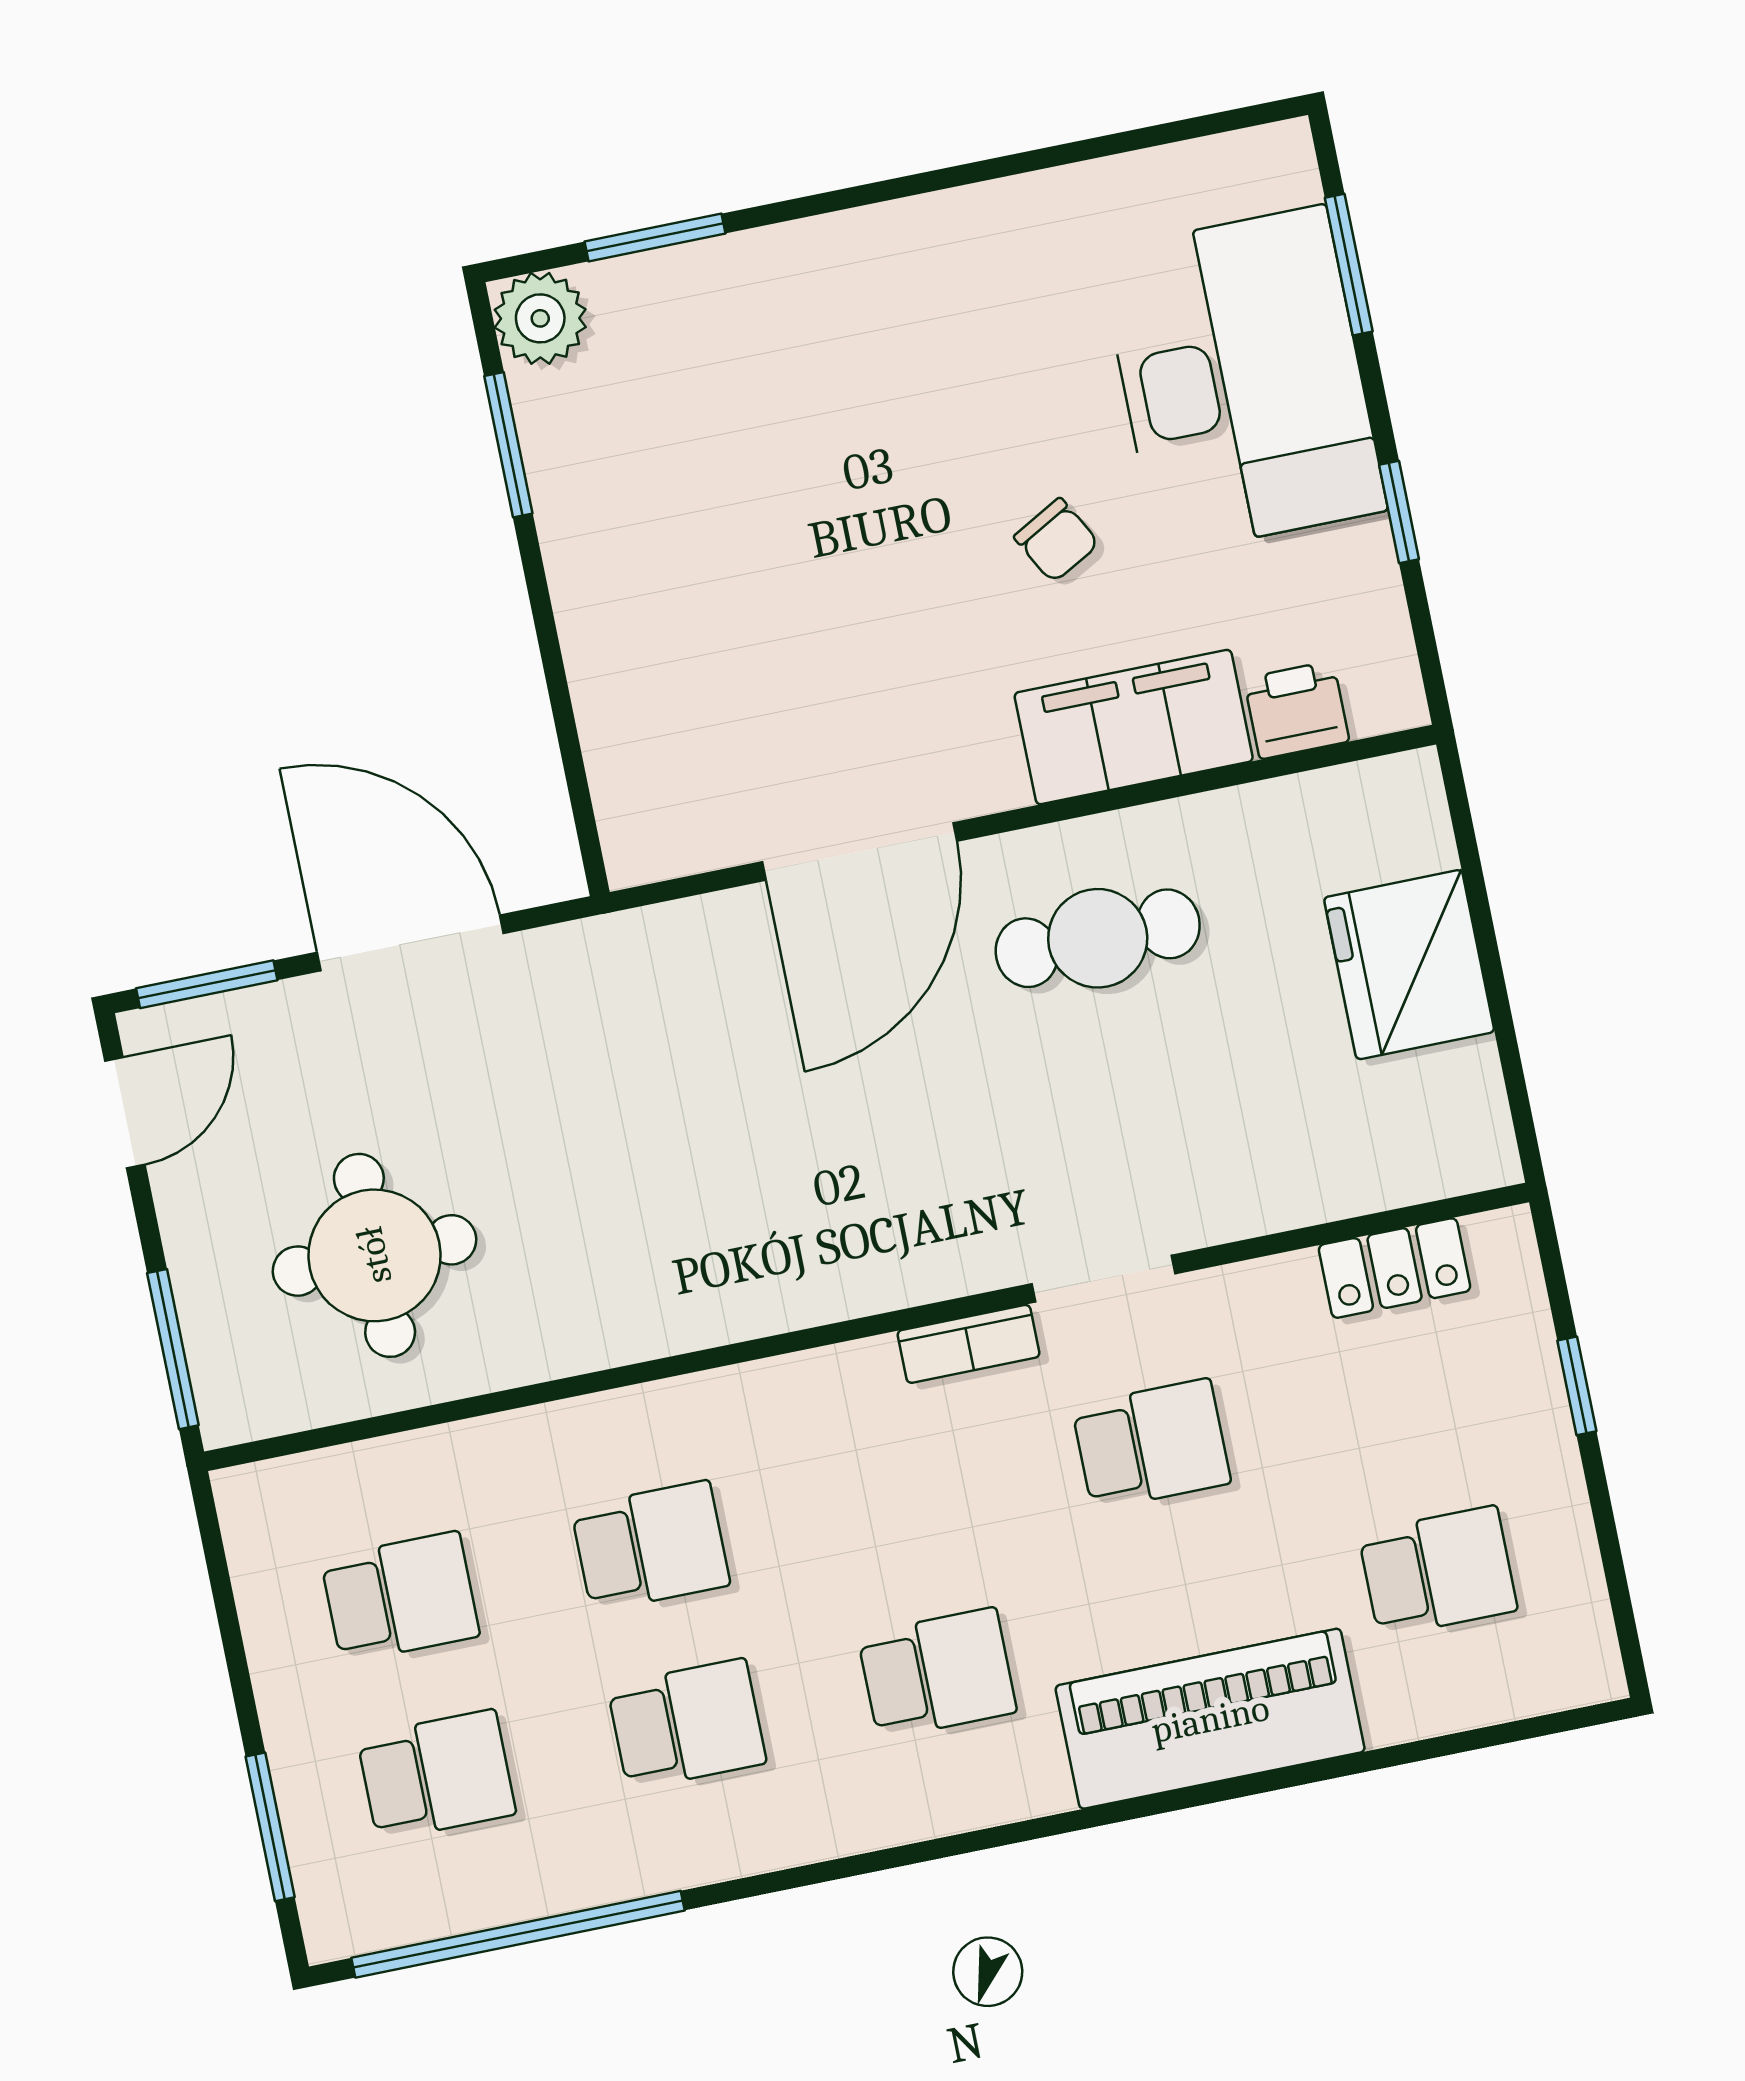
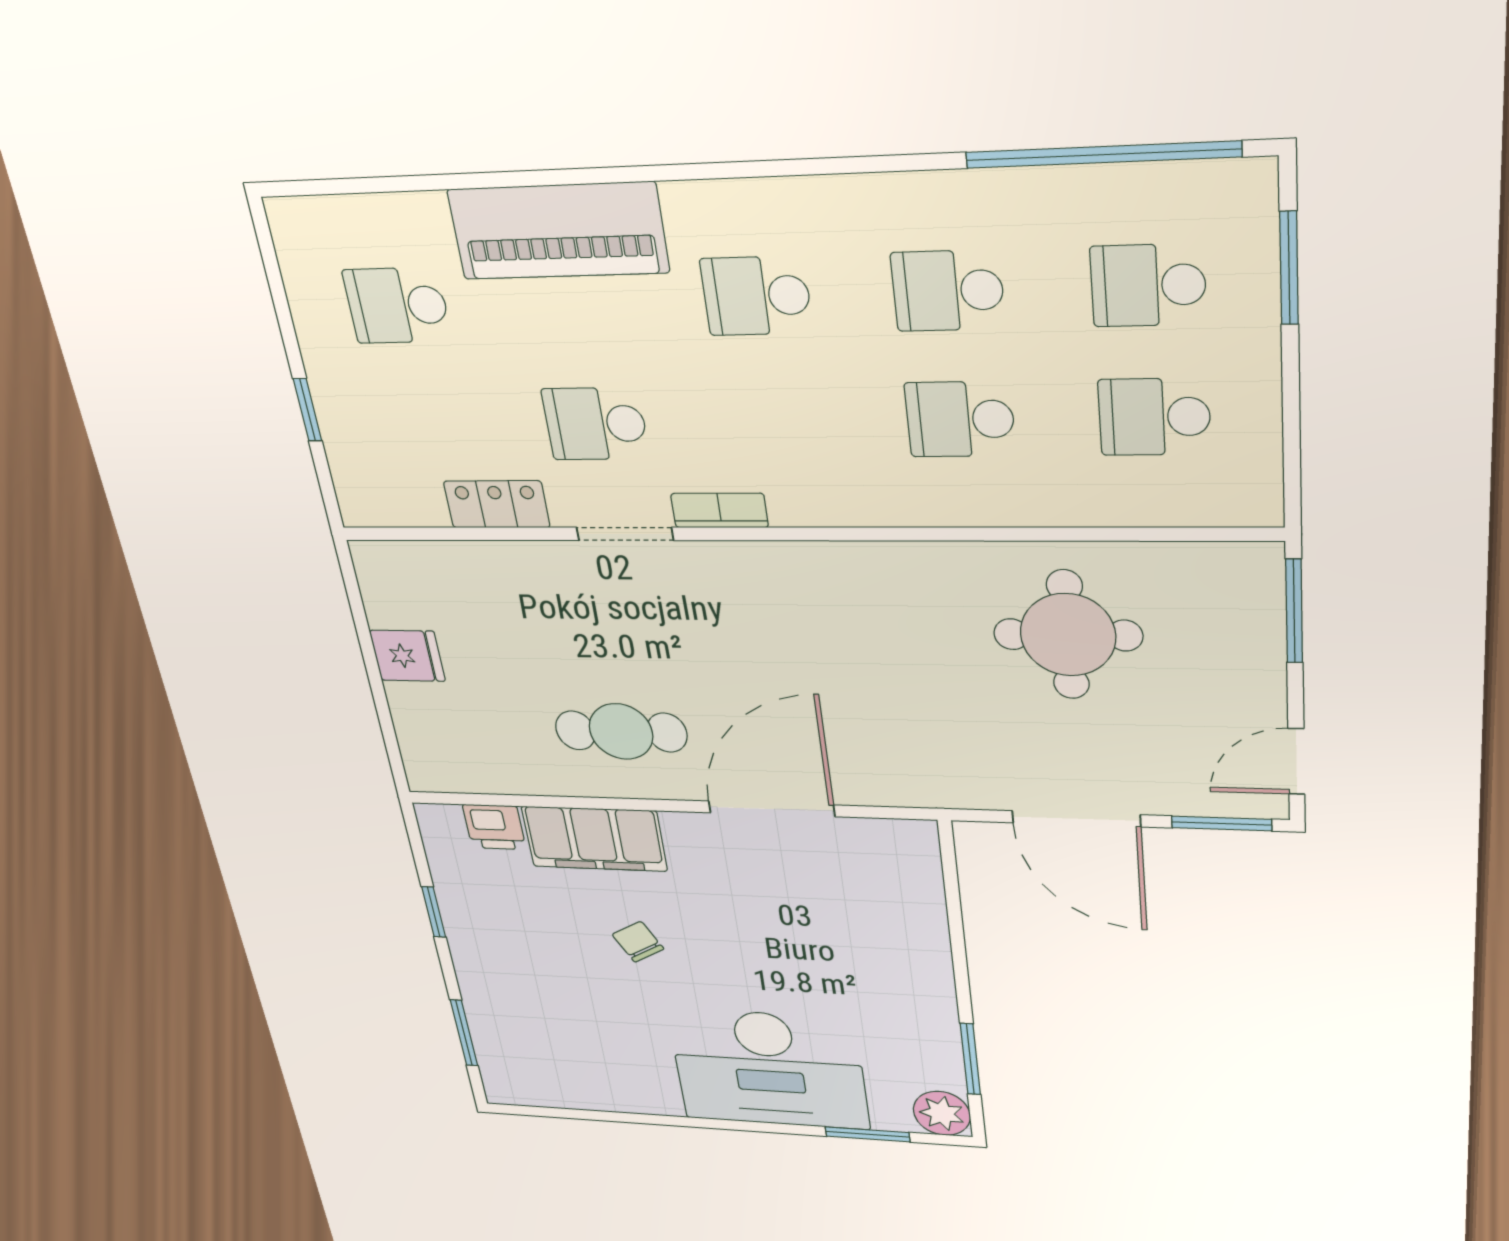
desk: (1242, 380) -> (769, 1069), moved, turned -90
fridge: (1409, 965) -> (407, 656), width x0.53, depth x0.75
round table: (374, 1255) -> (1068, 635), moved
locker: (1395, 1268) -> (497, 504), moved

